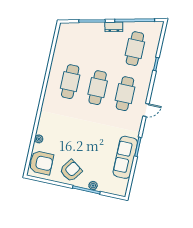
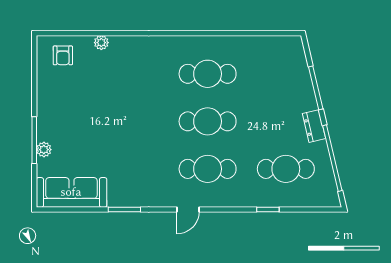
door: (146, 110) -> (188, 209), hinge flipped
sofa: (125, 157) -> (71, 192), moved
armchair: (41, 163) -> (63, 55), width x0.53, depth x0.53
armchair: (71, 171) -> (61, 107), removed

